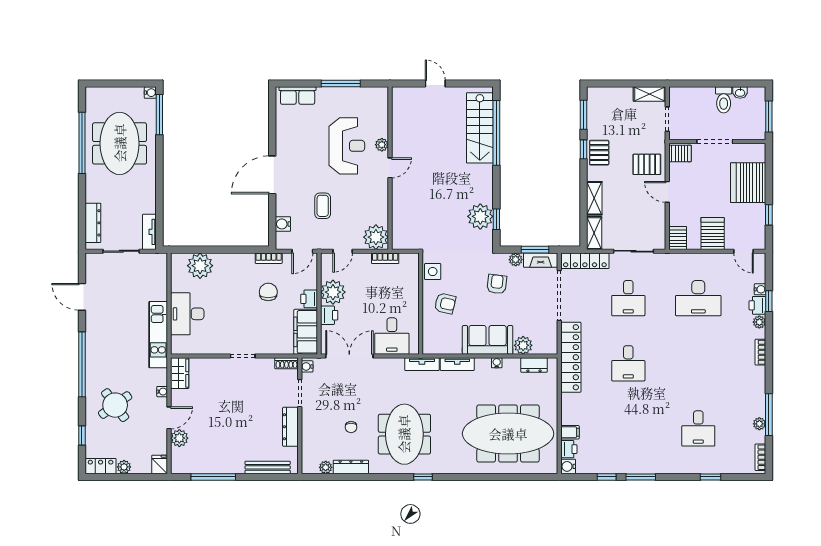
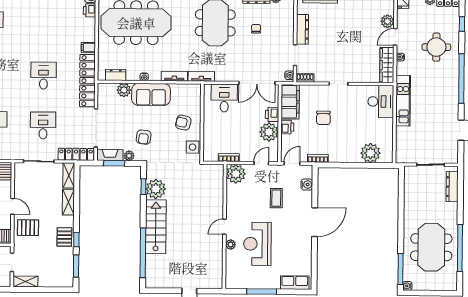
stairs: (480, 128) -> (156, 227), moved
tv unit: (149, 232) -> (409, 179), removed
chair: (268, 292) -> (323, 118), moved
desk: (187, 314) -> (381, 101), moved
wardrobe: (180, 373) -> (387, 65), width x1.50
round table: (115, 405) -> (436, 47), turned 36
filing cabinet: (570, 432) -> (88, 48), moved

